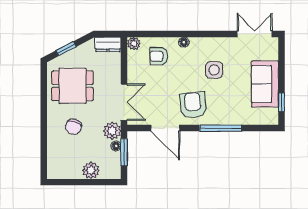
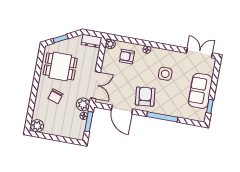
plant: (91, 170) -> (37, 126), moved

